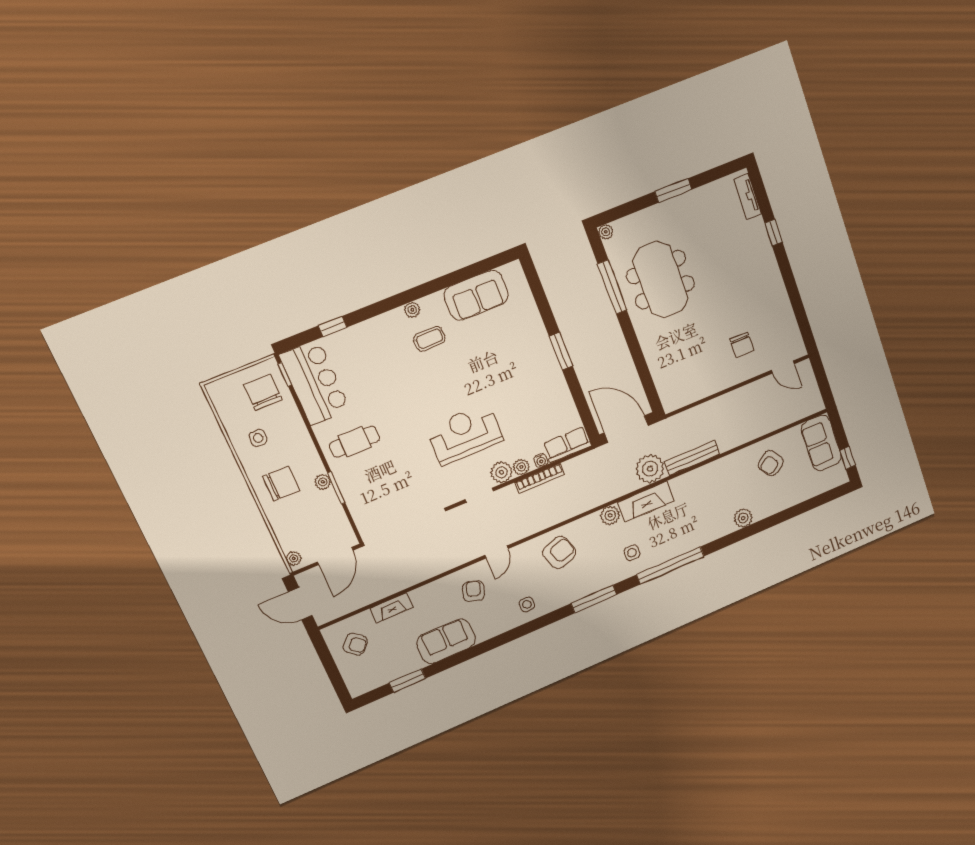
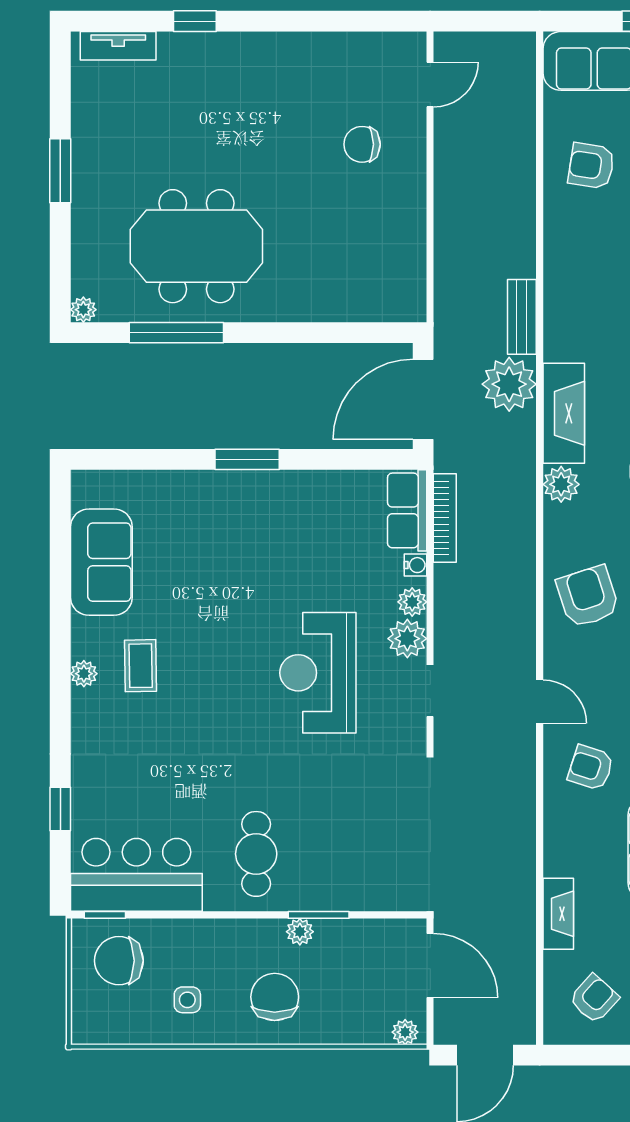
chair: (742, 345) -> (362, 144), turned 180
bench: (692, 458) -> (522, 317), width x0.73
armchair: (771, 463) -> (591, 166), turned 134
bookcase: (540, 478) -> (445, 518), moved

